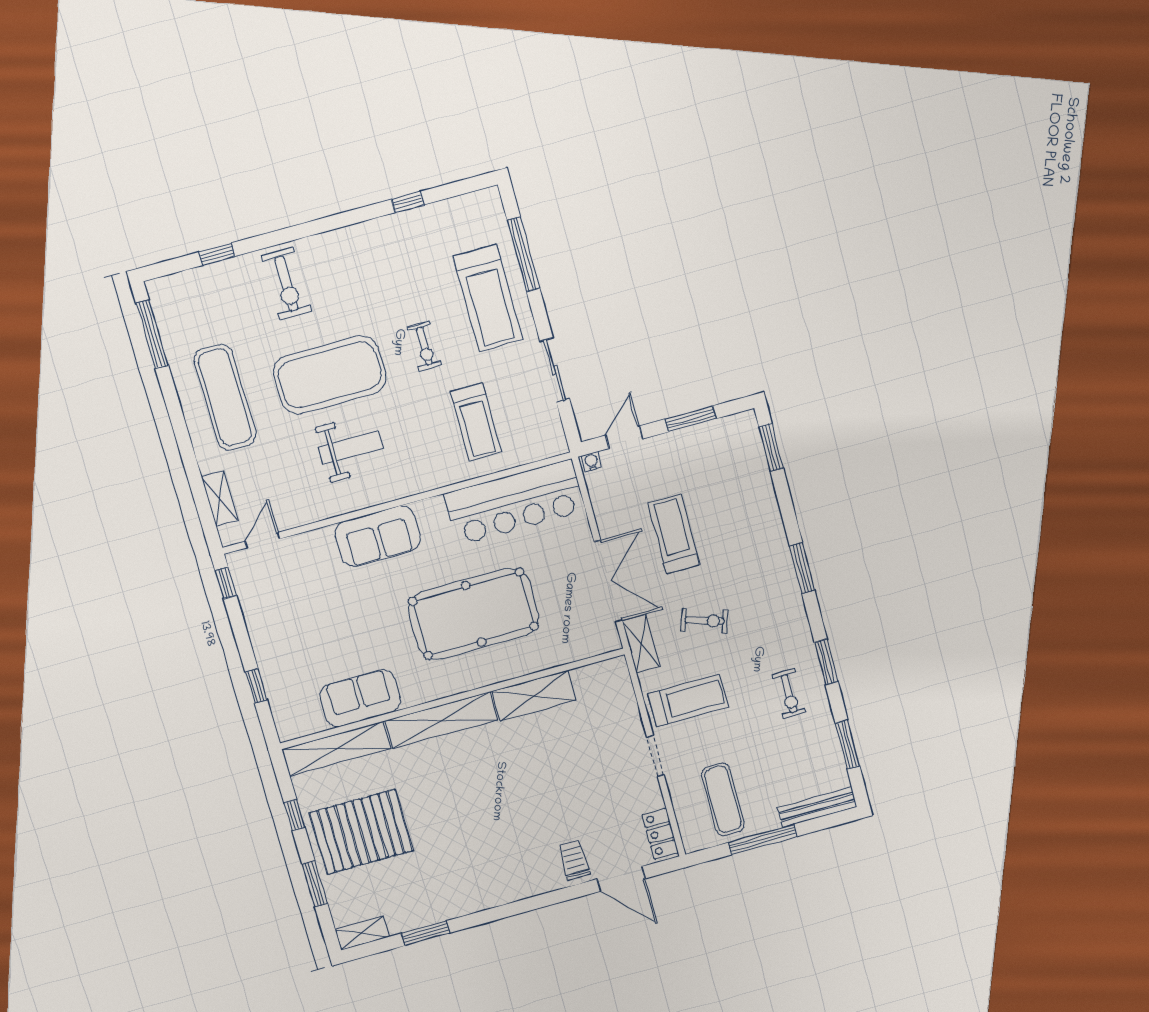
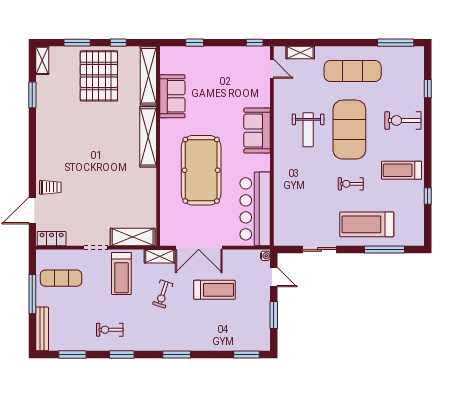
treadmill: (476, 422) -> (401, 170), moved
shelving: (534, 696) -> (133, 237), moved, turned 90

